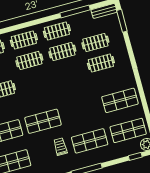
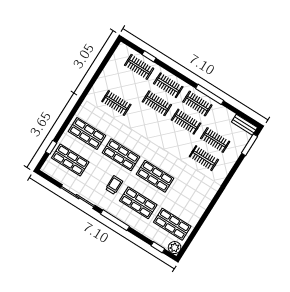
window: (75, 11) -> (210, 94), moved
shop shelf: (120, 100) -> (155, 176), moved

